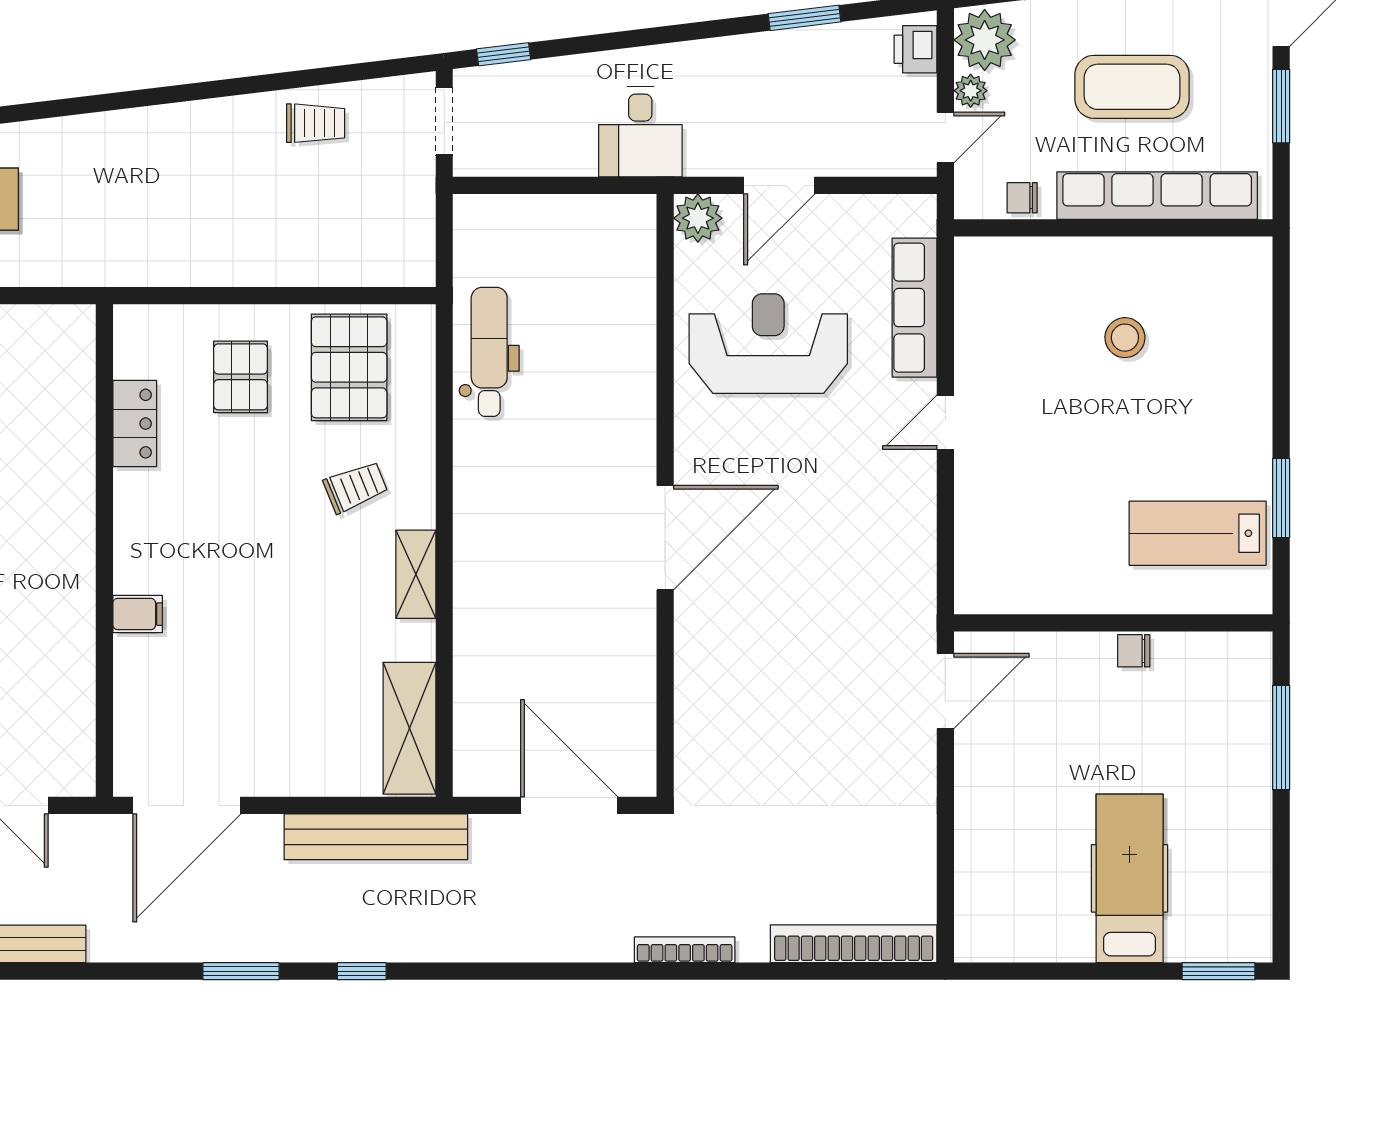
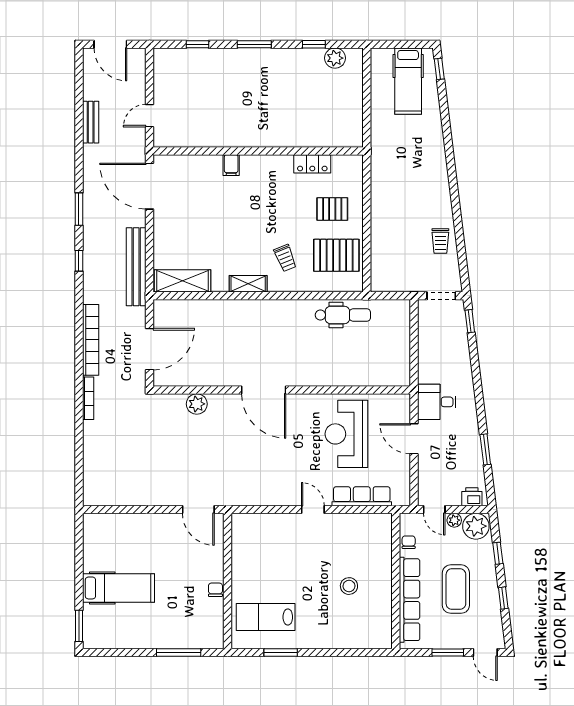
desk: (640, 132) -> (437, 402), moved
plant: (698, 218) -> (197, 404), moved
reception desk: (768, 344) -> (346, 434), turned 180
lab bench: (1198, 533) -> (266, 617), turned -90
bookcase: (854, 944) -> (91, 340), moved

